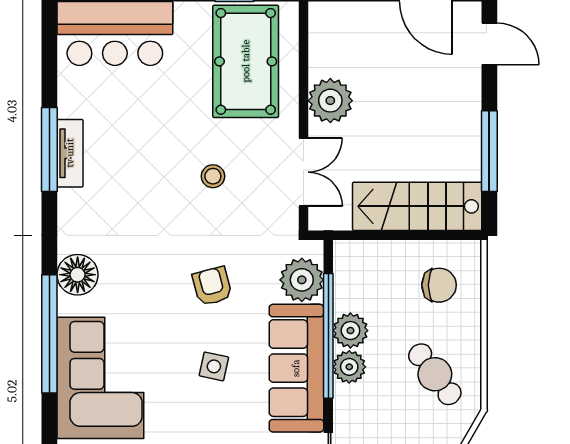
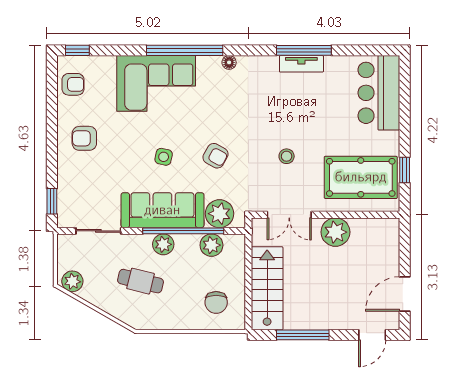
floor lamp: (78, 275) -> (229, 62), width x0.53, depth x0.53
armchair: (212, 286) -> (215, 156), turned 44
plant: (350, 331) -> (211, 245), moved
cafe table: (435, 374) -> (141, 281), moved, turned 51

